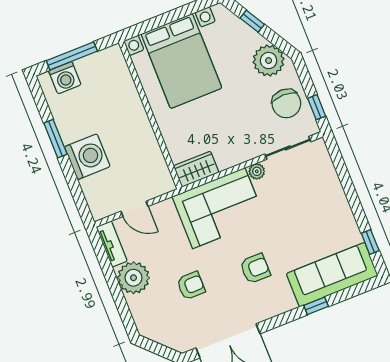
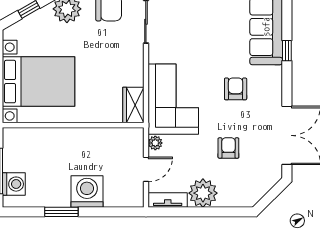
plant: (257, 171) -> (155, 143), moved

